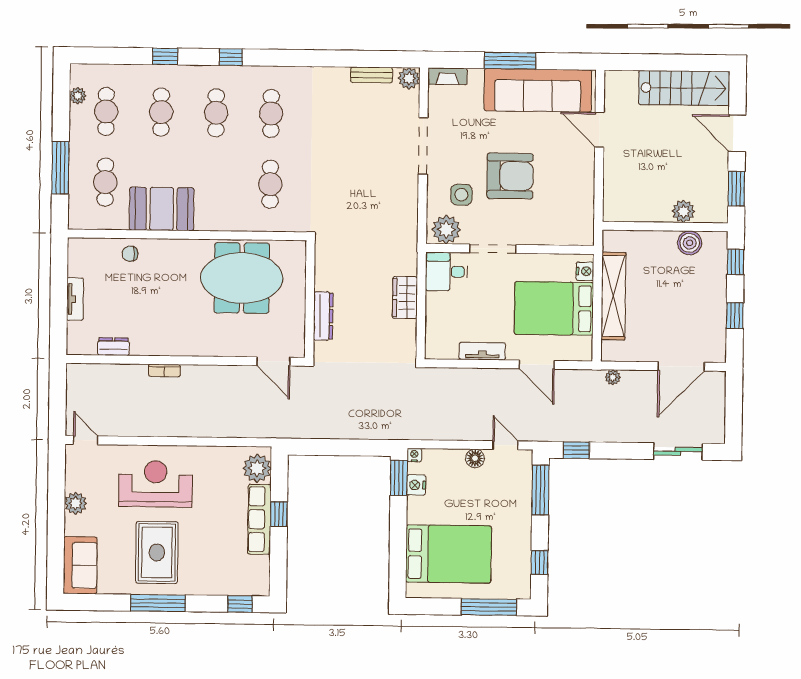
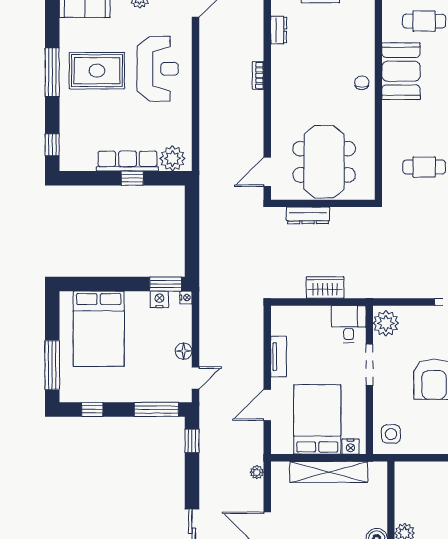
side table: (461, 195) -> (391, 434), moved
chair: (130, 254) -> (362, 83), moved
meeting table: (242, 278) -> (324, 162), moved

